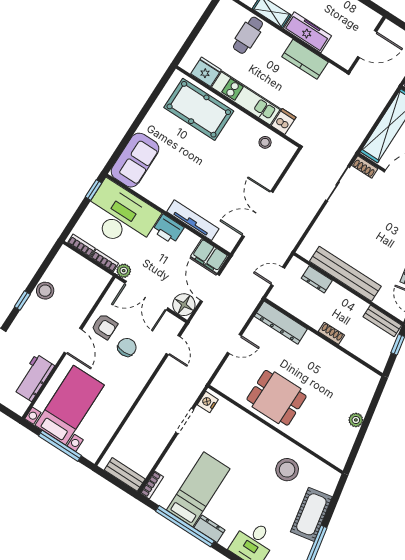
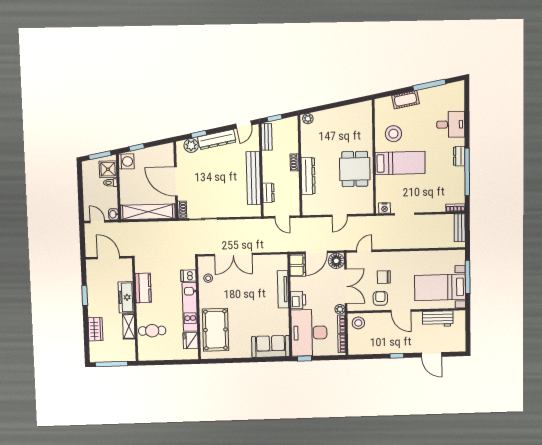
double door: (258, 214) -> (233, 254), moved
stool: (45, 291) -> (358, 323), moved
dresser: (281, 323) -> (308, 176), moved
door: (73, 341) -> (401, 311), swing flipped
door: (234, 344) -> (340, 216), swing flipped
plant: (356, 420) -> (308, 119), moved
bed: (198, 489) -> (400, 163), moved, turned 180
cot: (311, 514) -> (406, 100), width x0.73, depth x0.75

